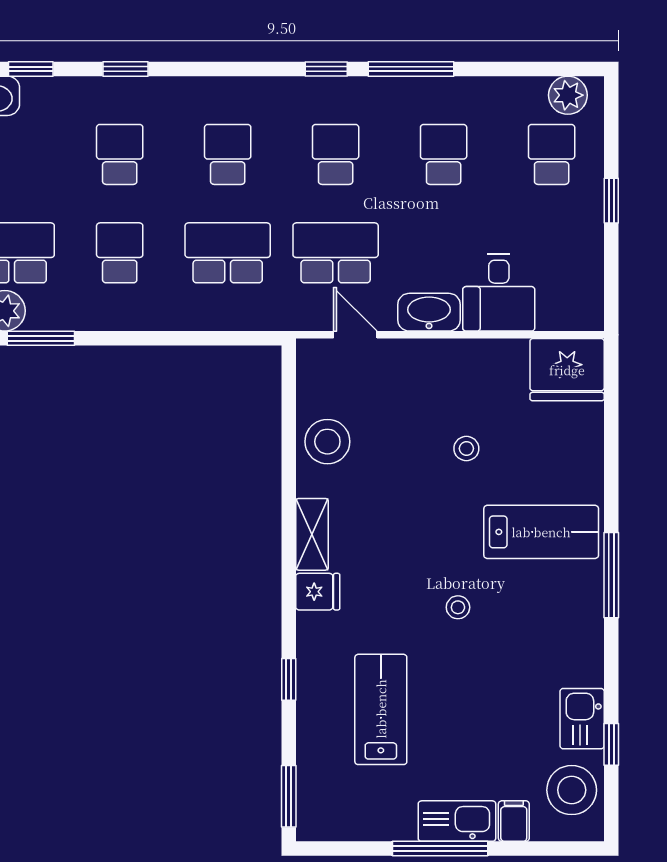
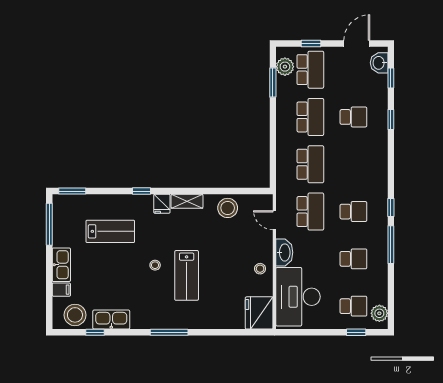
school desk: (228, 154) -> (353, 164), removed
window: (611, 201) -> (356, 332), moved
school desk: (120, 253) -> (310, 117), width x1.85
desk: (499, 293) -> (298, 297), width x1.87, depth x1.30
door: (355, 335) -> (274, 220), swing flipped
stool: (466, 449) -> (260, 269), moved
lab bench: (541, 532) -> (187, 275), moved
window: (289, 679) -> (142, 191), moved
kitchen sink: (582, 719) -> (111, 320), width x1.38
window: (440, 849) -> (49, 224), moved

